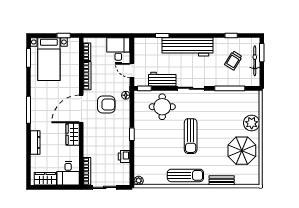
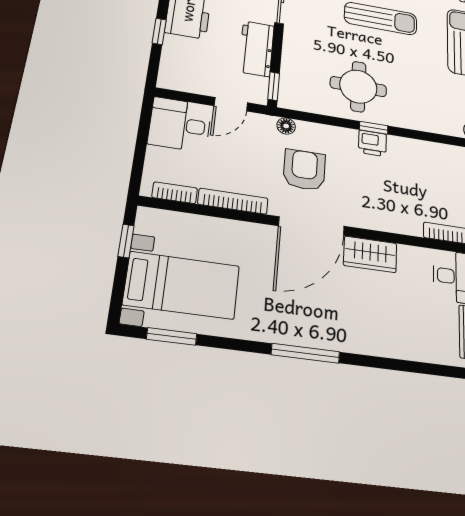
round table: (162, 107) -> (358, 87), moved
door: (81, 109) -> (311, 226), hinge flipped
dresser: (35, 142) -> (387, 346), removed
printer: (124, 157) -> (372, 143), moved

